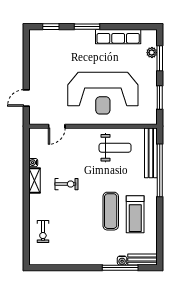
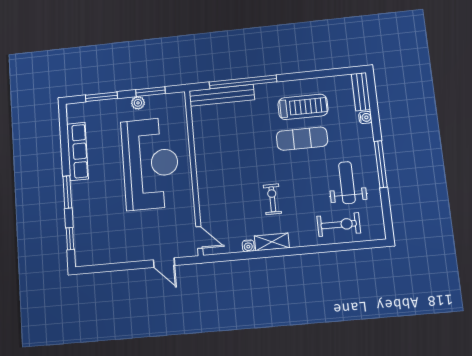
plant: (152, 53) -> (138, 103), moved
door: (57, 126) -> (199, 237), moved
weight bench: (115, 148) -> (347, 183), moved
exercise bike: (43, 232) -> (339, 225), width x1.38, depth x1.39
window: (120, 268) -> (381, 164), moved

